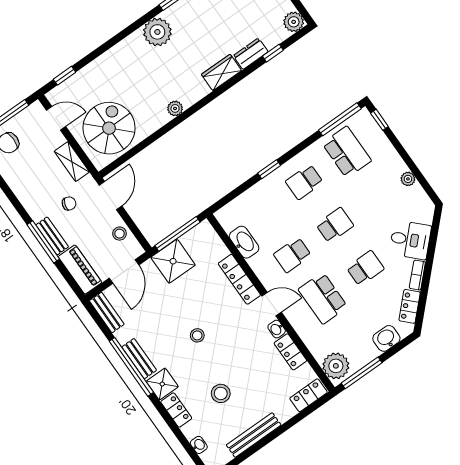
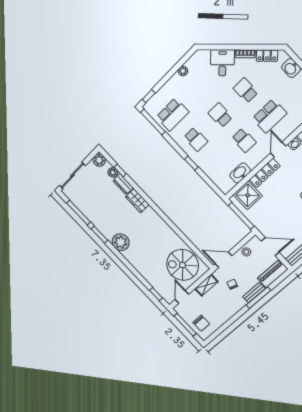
plant: (175, 108) -> (113, 172), moved
school desk: (347, 152) -> (172, 114), turned 180
shower: (173, 261) -> (248, 195), moved

